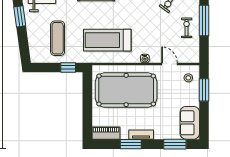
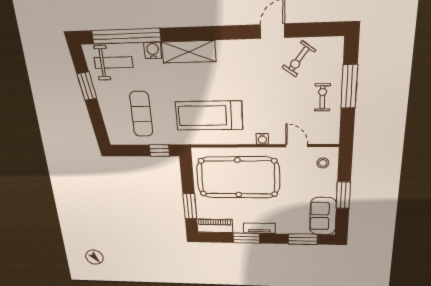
window: (204, 90) -> (343, 195), moved
window: (87, 115) -> (190, 206), added

